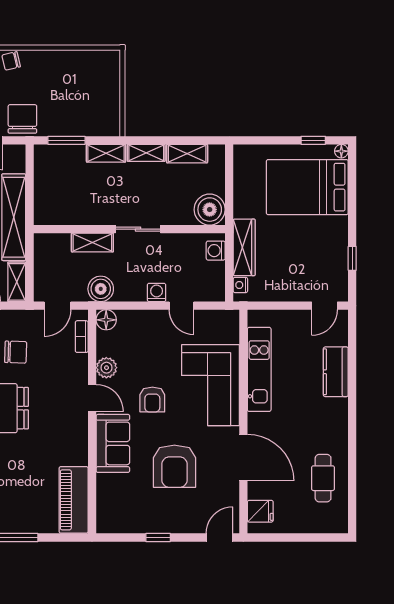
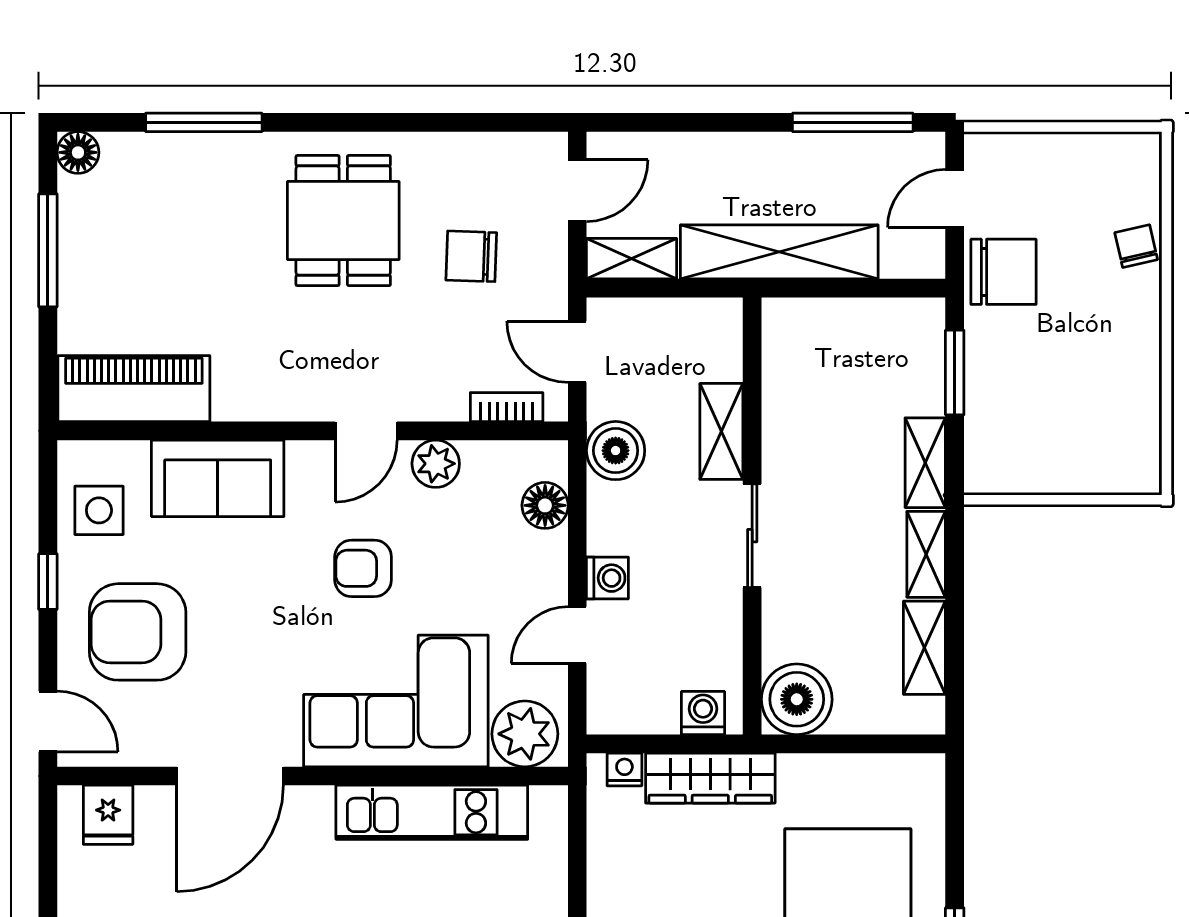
floor lamp: (106, 320) -> (545, 505), moved
plant: (225, 329) -> (525, 734), added
chair: (16, 352) -> (471, 256), turned 90
sofa: (113, 443) -> (218, 478), moved
armchair: (174, 466) -> (138, 632), moved
side table: (127, 515) -> (99, 510), added

